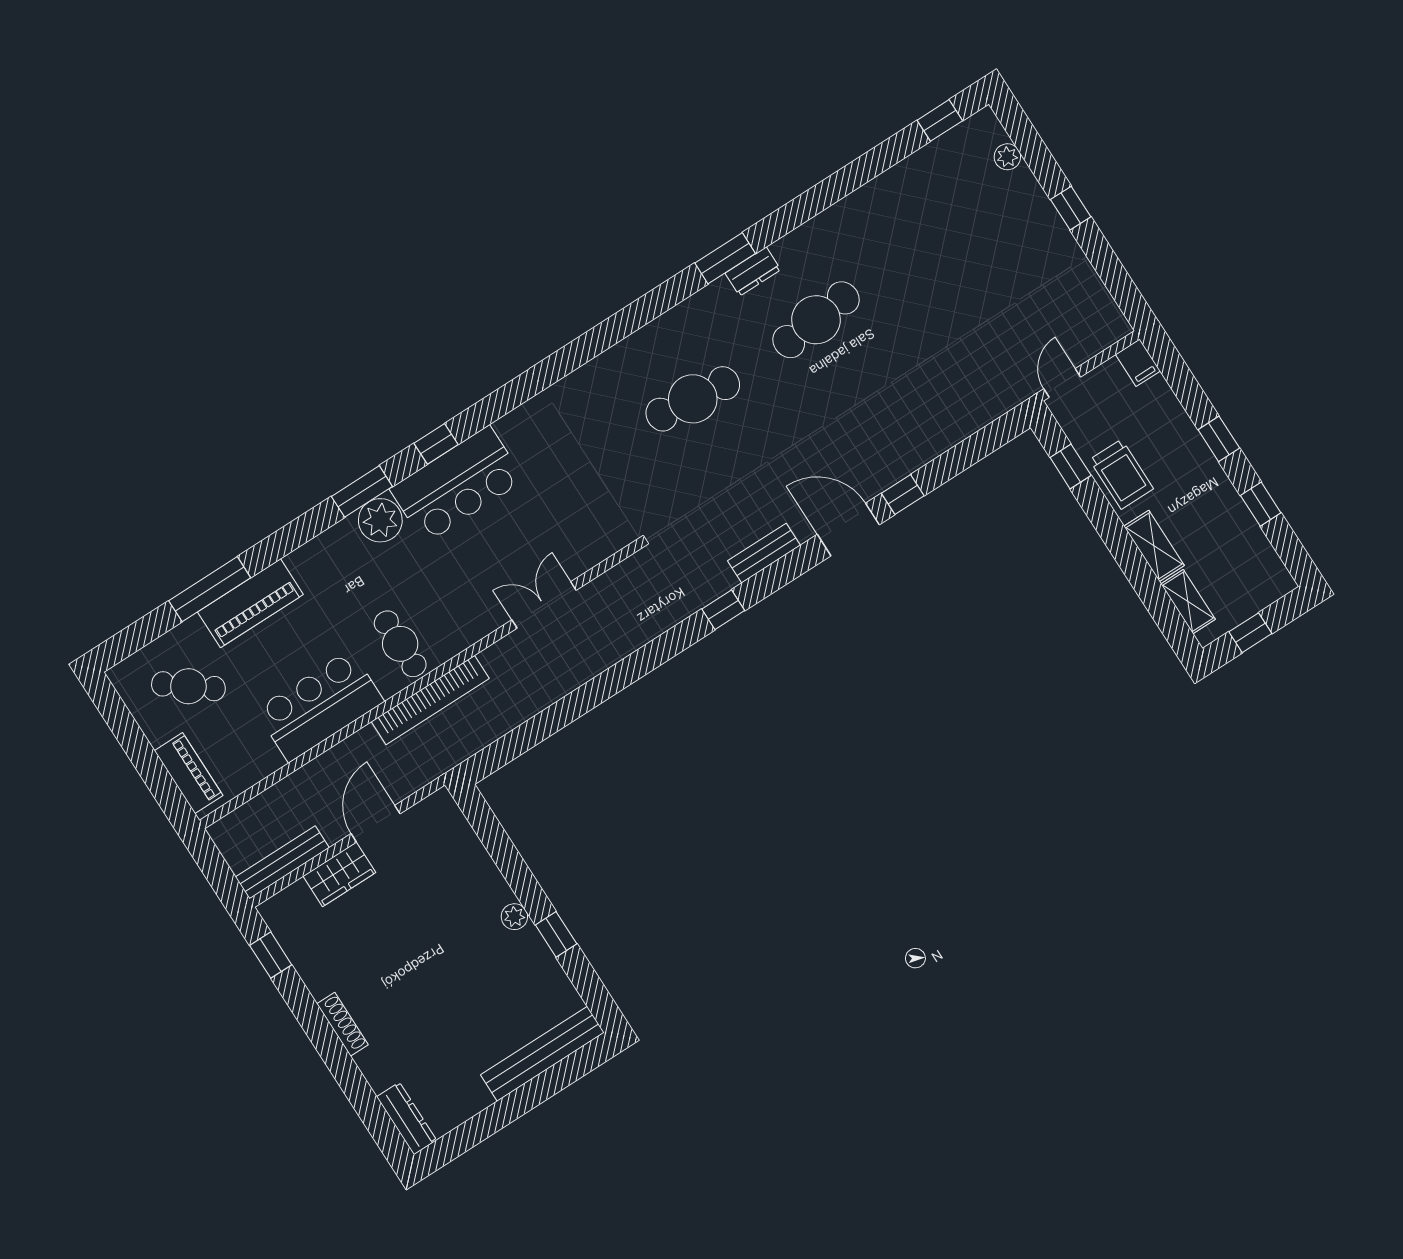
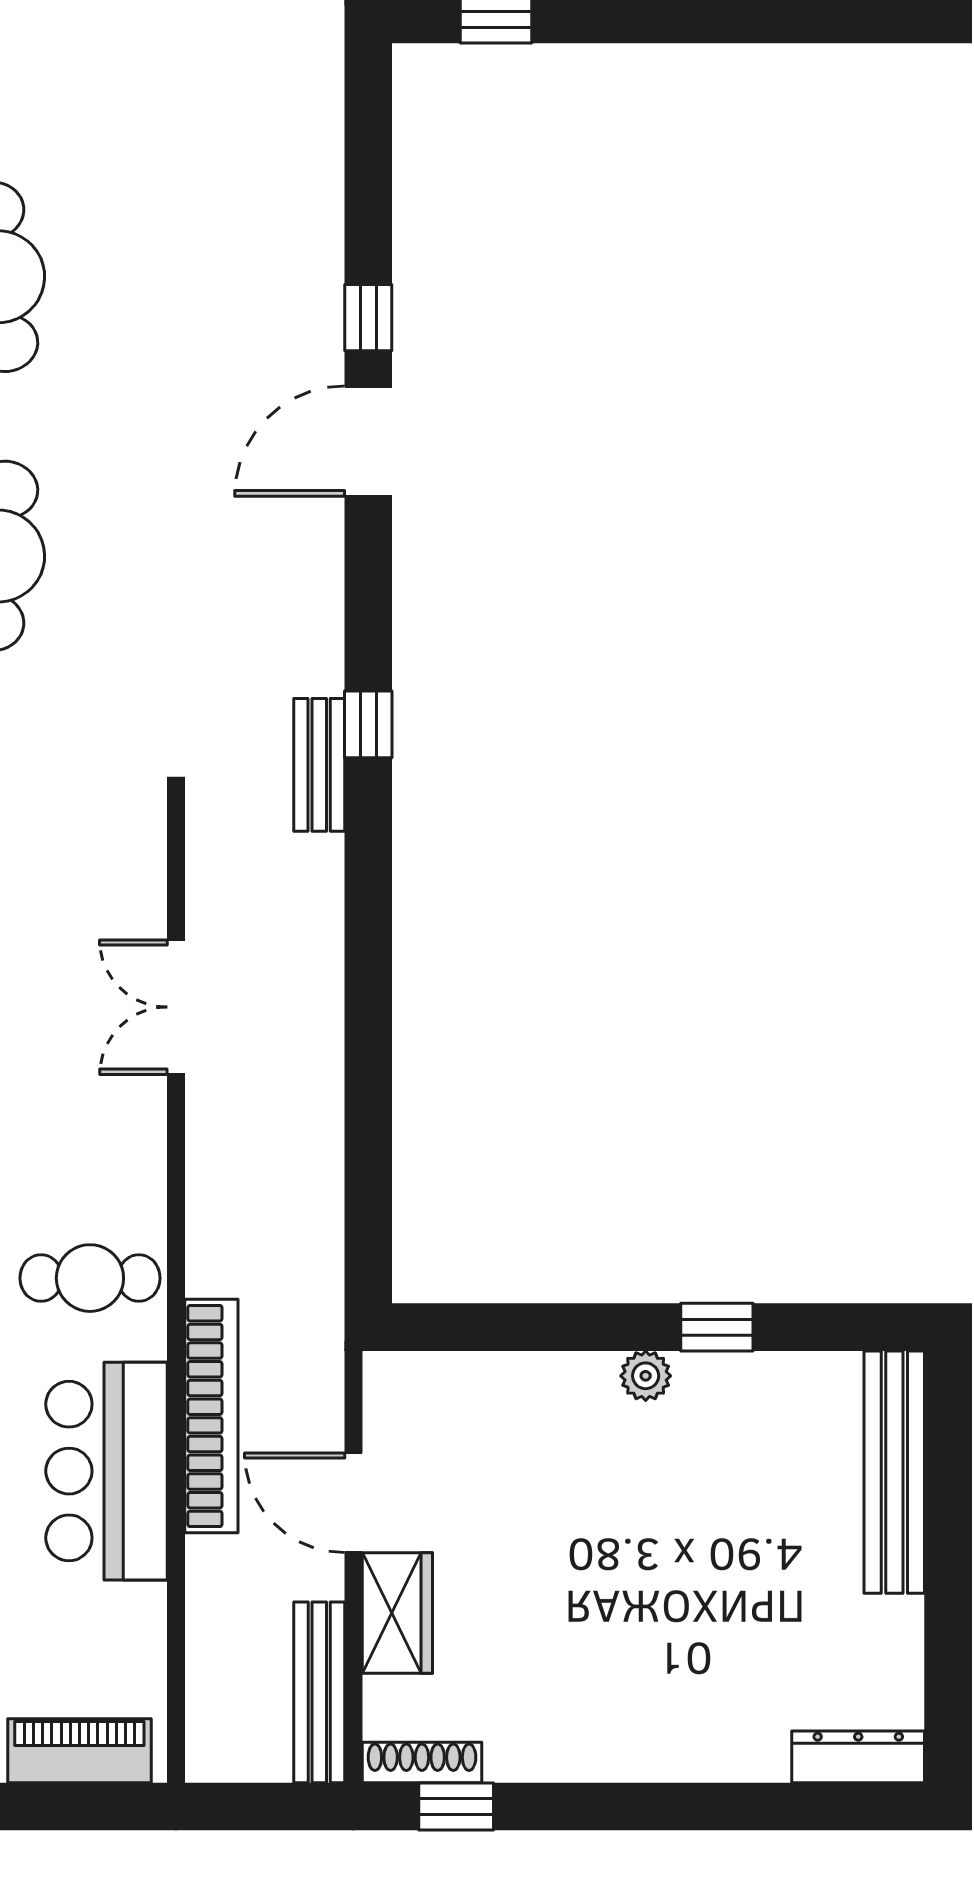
bench: (764, 553) -> (319, 765), moved
bookcase: (430, 700) -> (211, 1416), moved
shoe rack: (342, 1024) -> (422, 1763), moved

